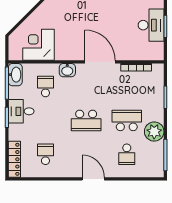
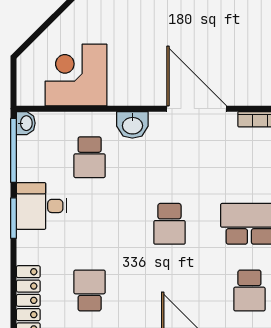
washbasin: (15, 75) -> (26, 123), width x0.52, depth x0.69
school desk: (45, 87) -> (90, 157), turned 180
school desk: (86, 120) -> (169, 224), width x0.54

